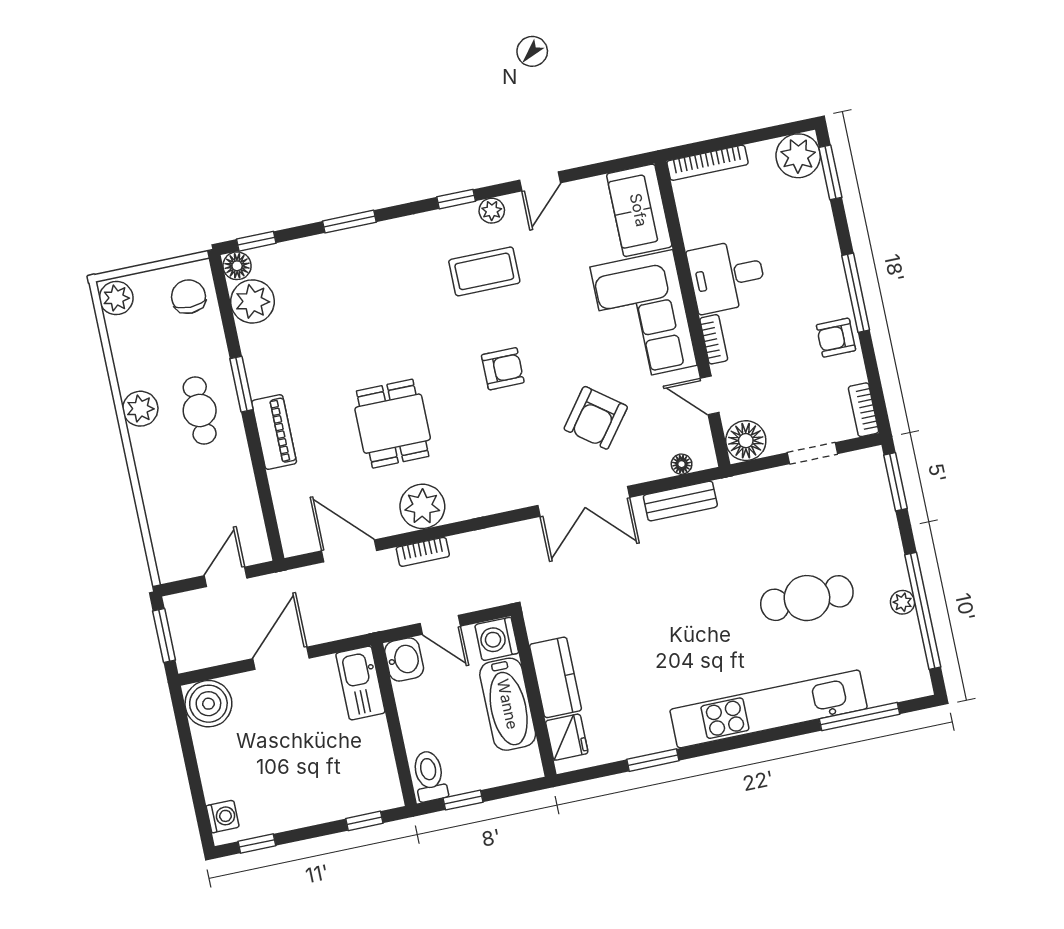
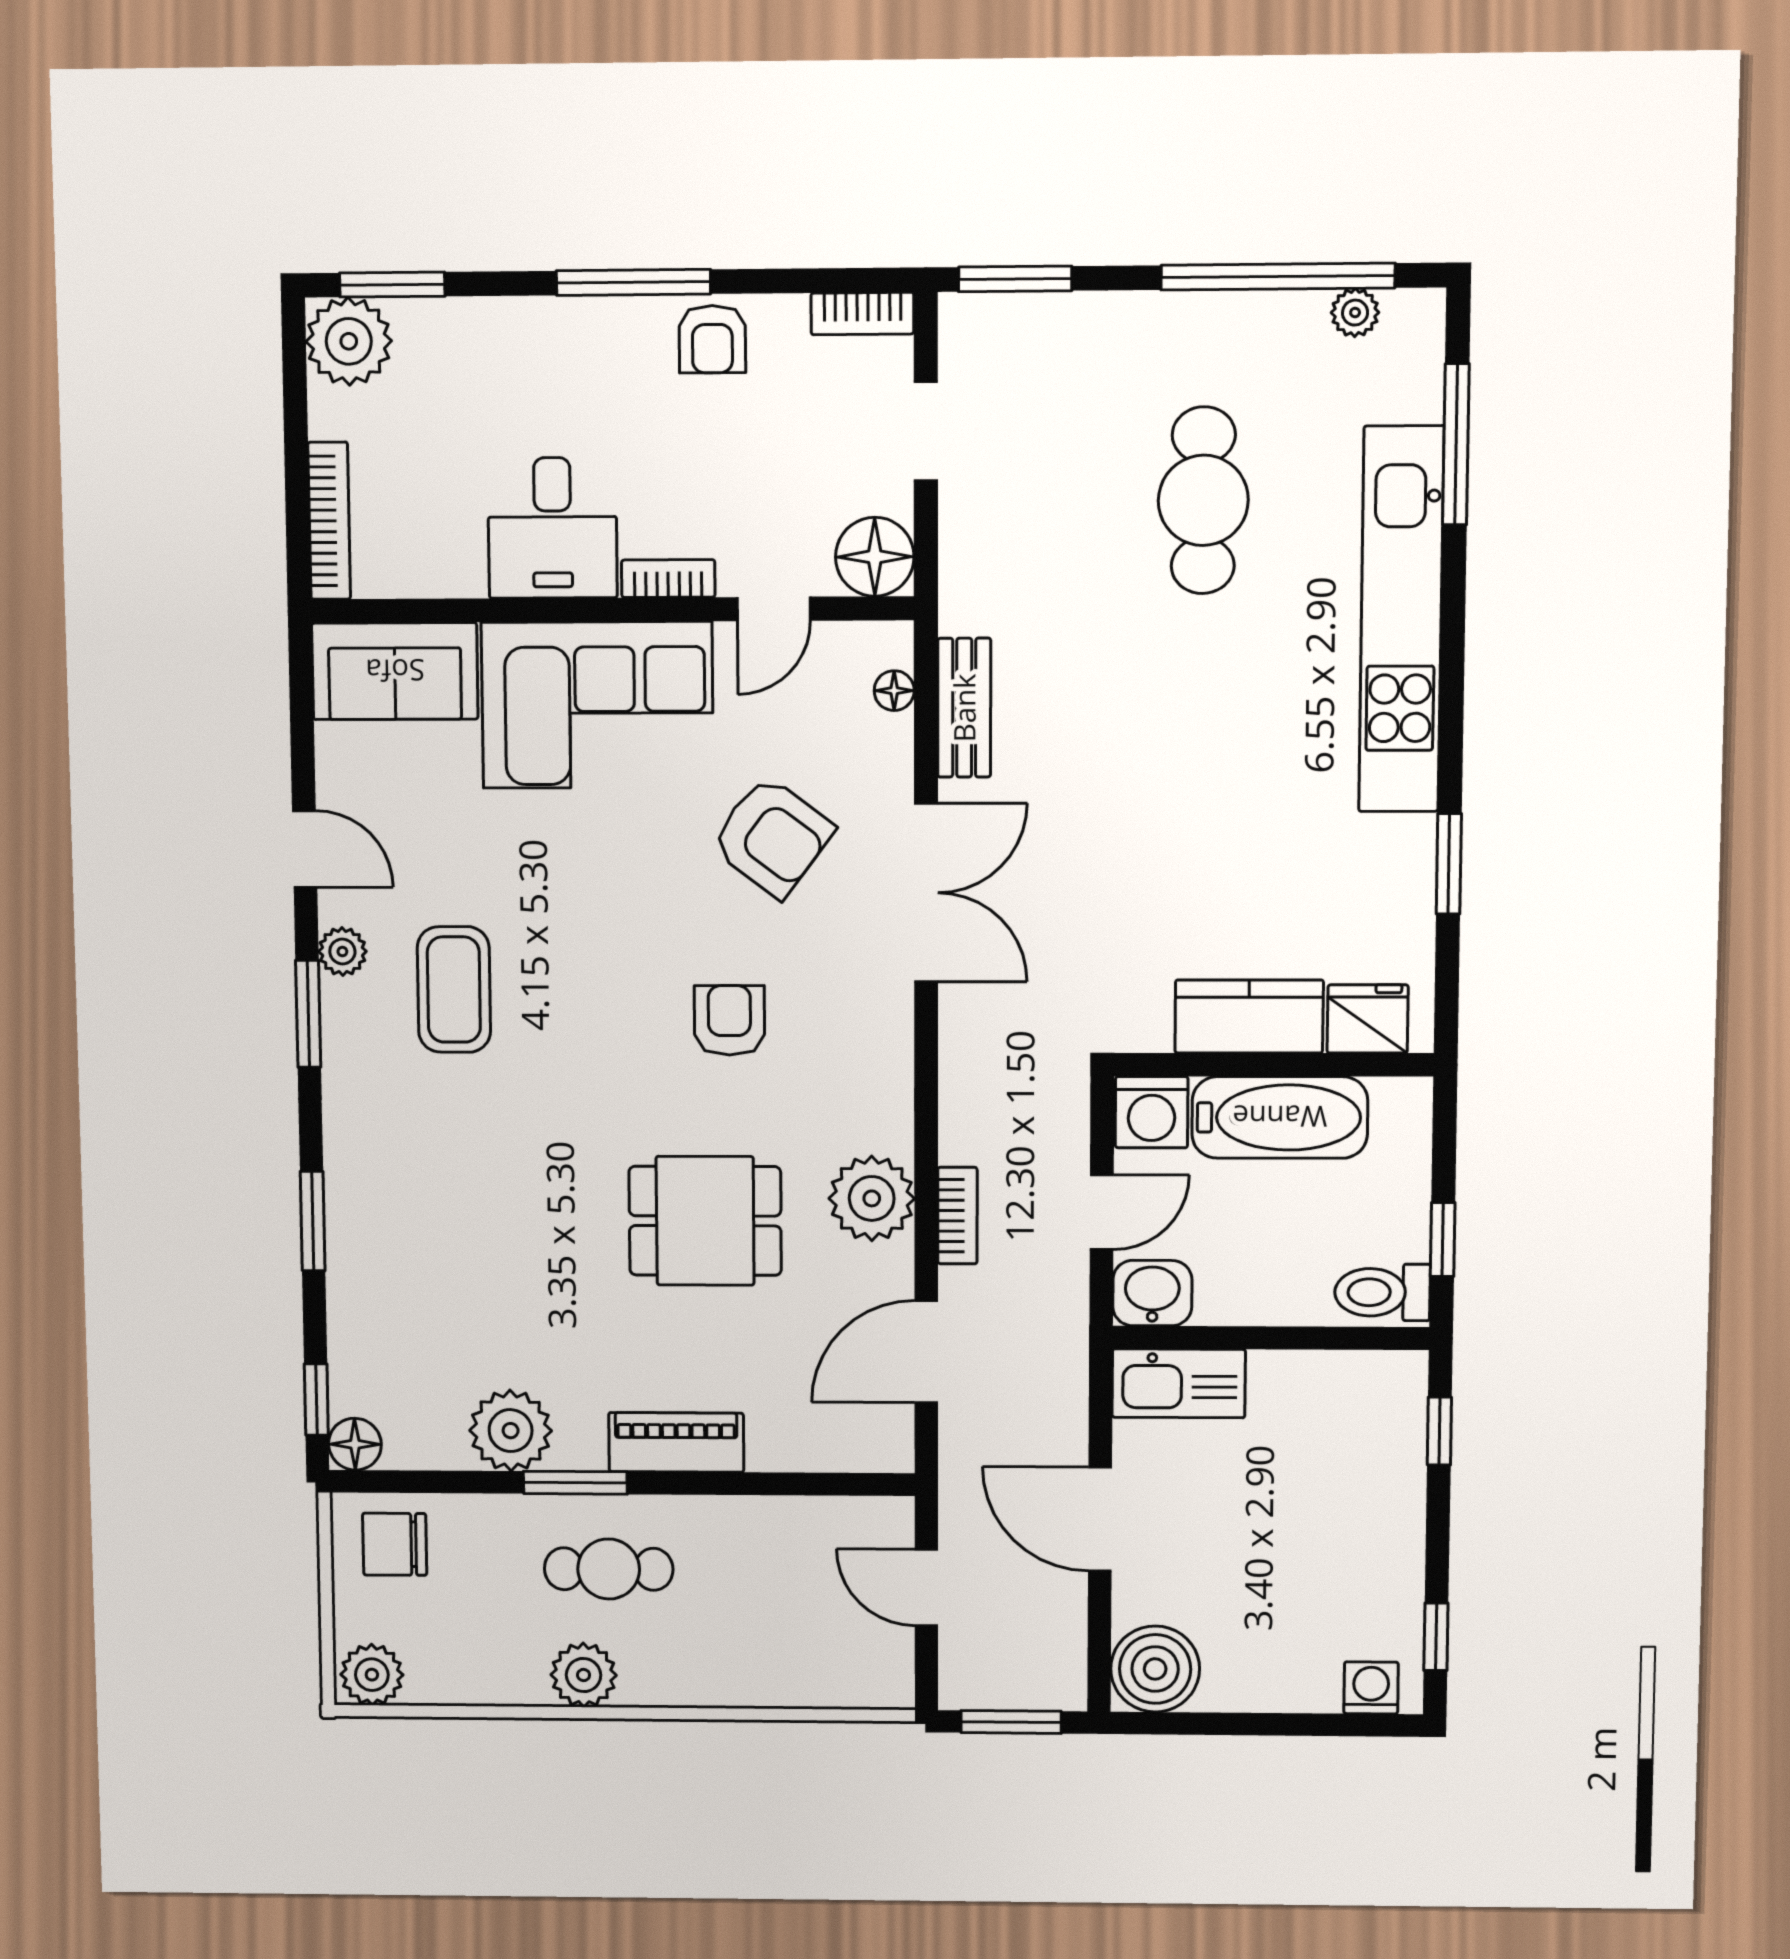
window: (456, 199) -> (308, 1014), width x1.50
plant: (252, 301) -> (511, 1431), moved
armchair: (503, 369) -> (729, 1020), moved
plant: (902, 602) -> (1355, 313), moved

